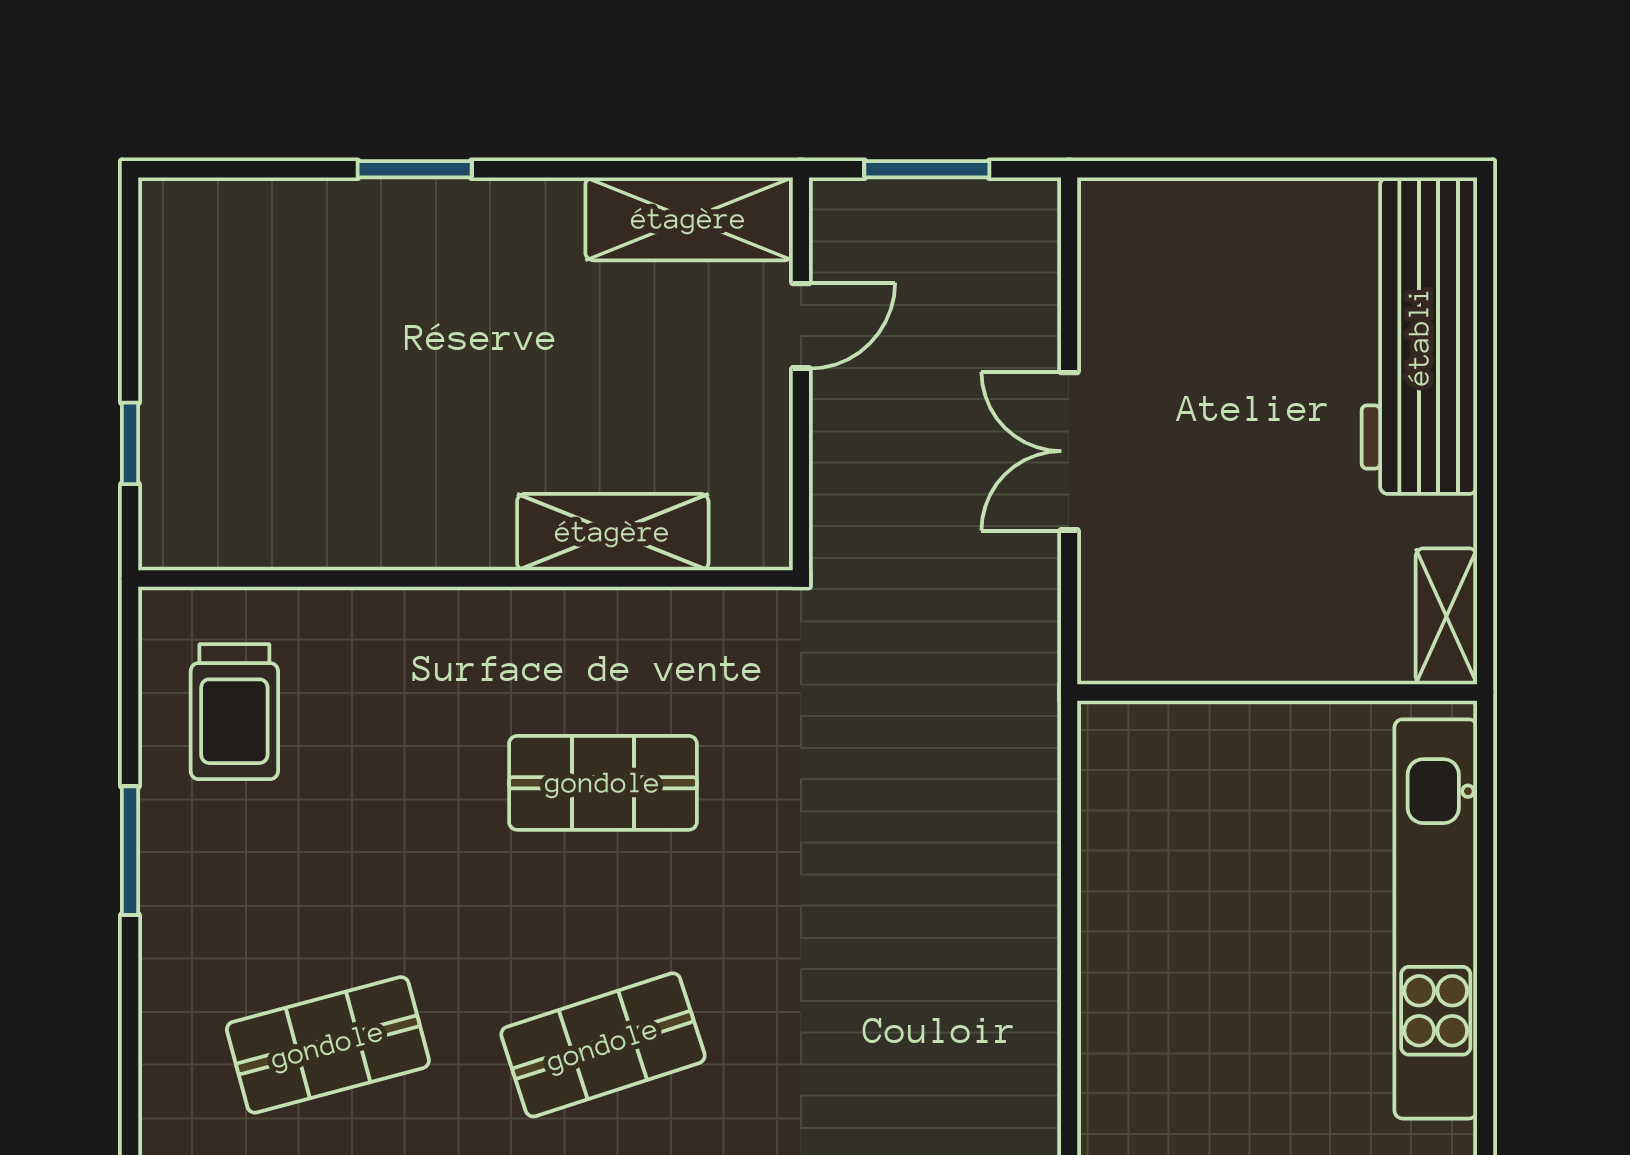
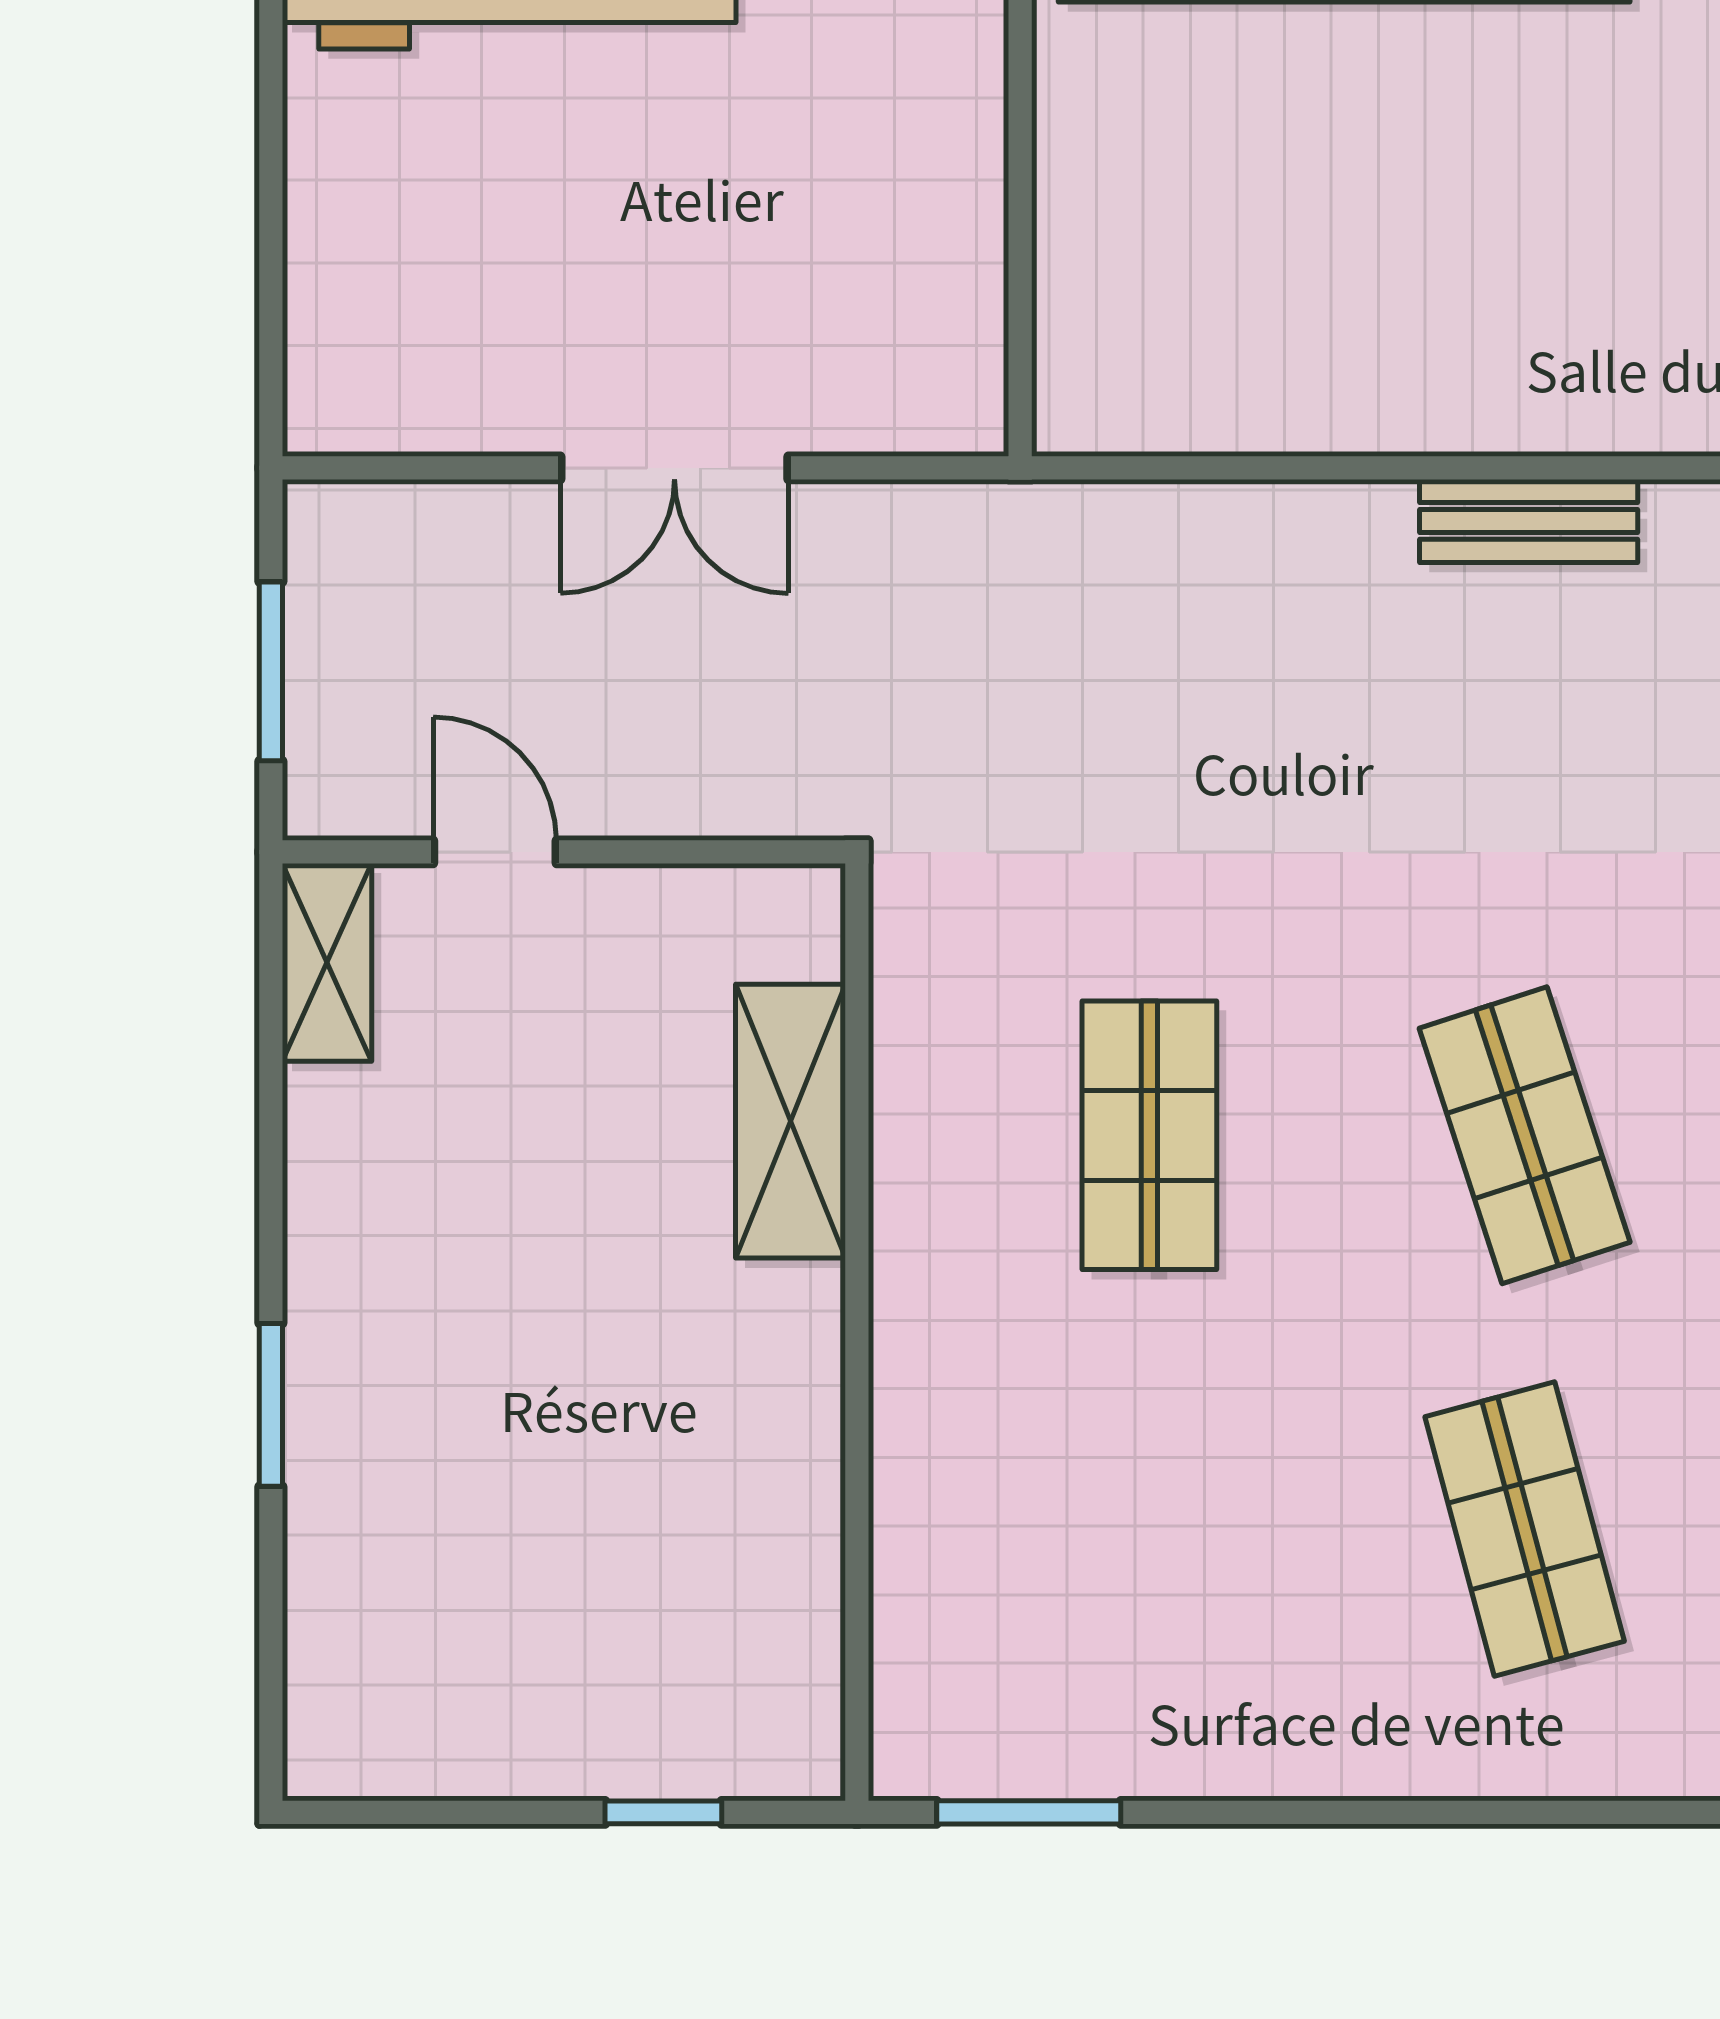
shelving: (689, 219) -> (327, 962), width x0.67, depth x0.75
trolley: (234, 712) -> (1047, 1663), removed
window: (130, 851) -> (1029, 1812), moved
bench: (1032, 1048) -> (1529, 521), added

